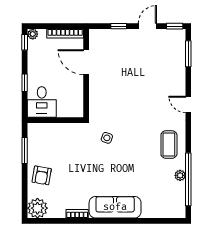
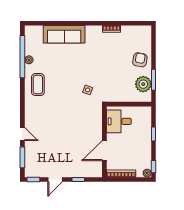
door: (86, 62) -> (104, 151), swing flipped
desk: (42, 102) -> (119, 121), moved, turned -90
door: (188, 104) -> (22, 134), moved
sofa: (115, 207) -> (64, 34), moved
plant: (37, 208) -> (143, 84), moved

